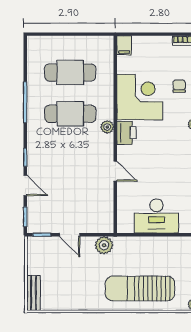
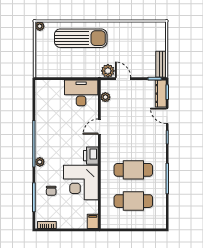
plant: (107, 127) -> (105, 97), moved
door: (115, 171) -> (99, 127), hinge flipped
dresser: (34, 215) -> (161, 94), added
desk: (156, 216) -> (81, 93), moved
door: (70, 235) -> (123, 79), moved
bench: (33, 293) -> (161, 64), moved

